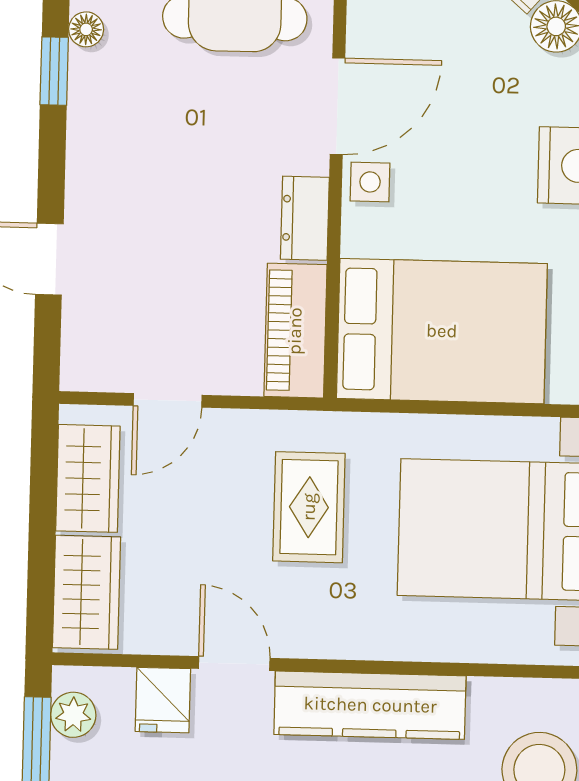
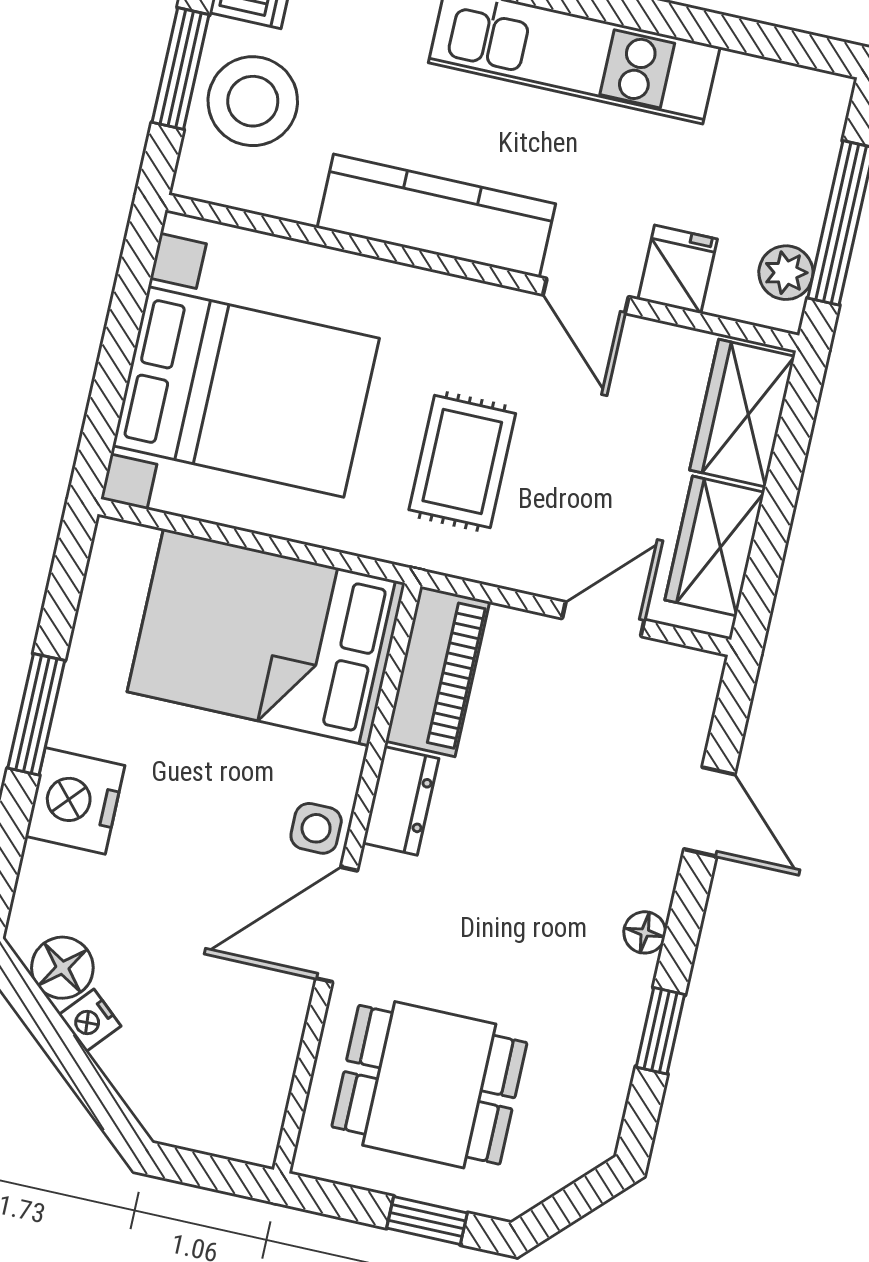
floor lamp: (86, 29) -> (645, 932), moved

